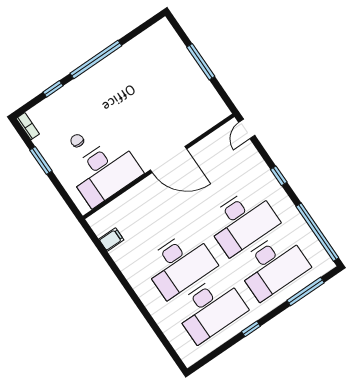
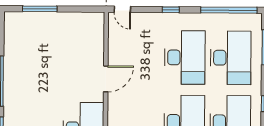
window: (201, 62) -> (40, 9), moved
door: (169, 160) -> (106, 79), width x0.73

